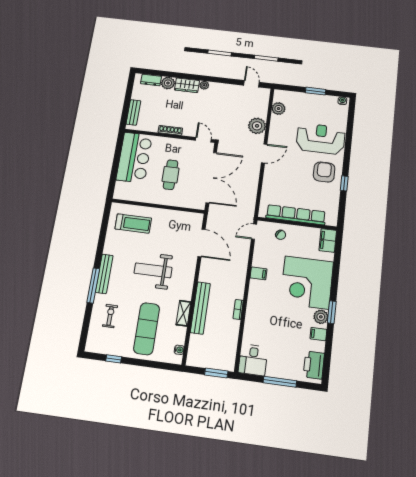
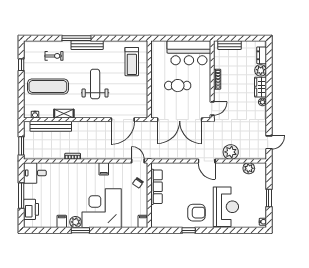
row of seats: (296, 215) -> (157, 187), width x0.73
filing cabinet: (328, 240) -> (143, 221), width x0.50
bench: (200, 308) -> (51, 126), moved
printer: (314, 365) -> (31, 209), moved, turned 90

